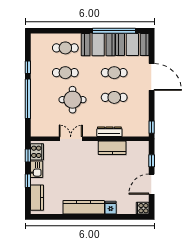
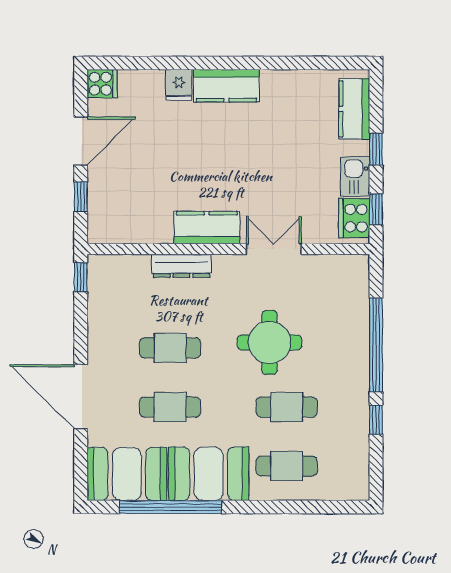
double door: (71, 139) -> (274, 249), swing flipped
kitchen counter: (112, 148) -> (207, 228), moved
kitchen counter: (84, 207) -> (226, 86), width x0.67

